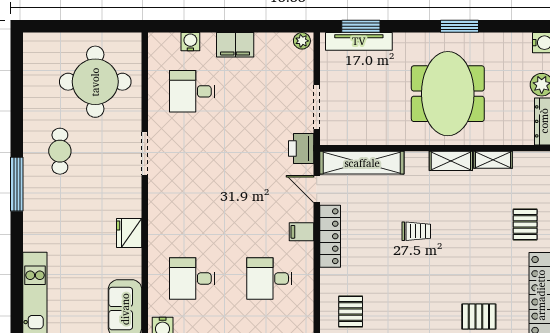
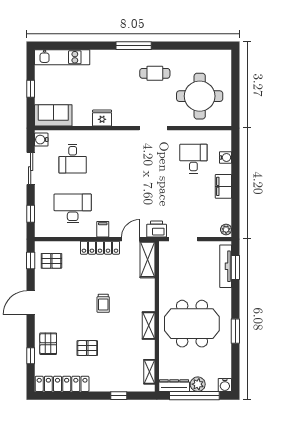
shelving: (493, 160) -> (149, 372), moved
shelving: (362, 163) -> (147, 259), width x0.68
pallet: (525, 224) -> (87, 348), moved
desk: (192, 279) -> (73, 159), turned 180
desk: (269, 279) -> (73, 208), width x1.37

